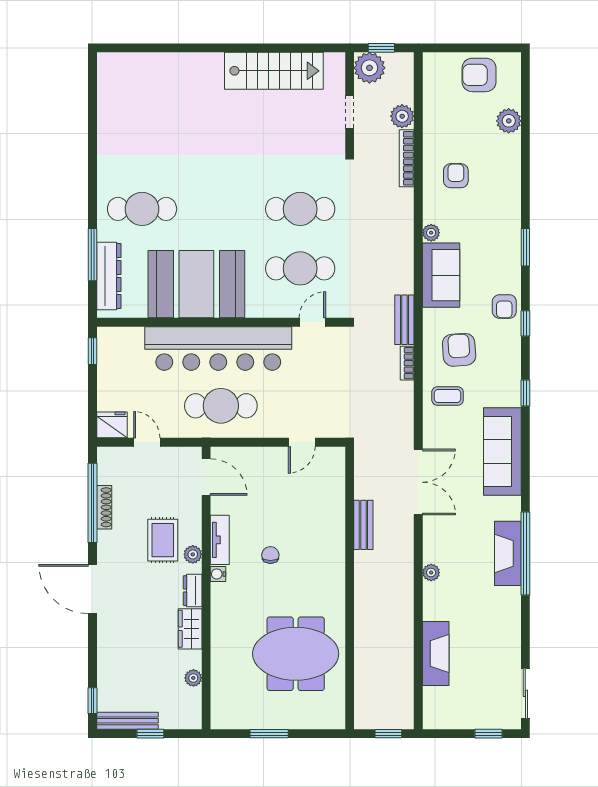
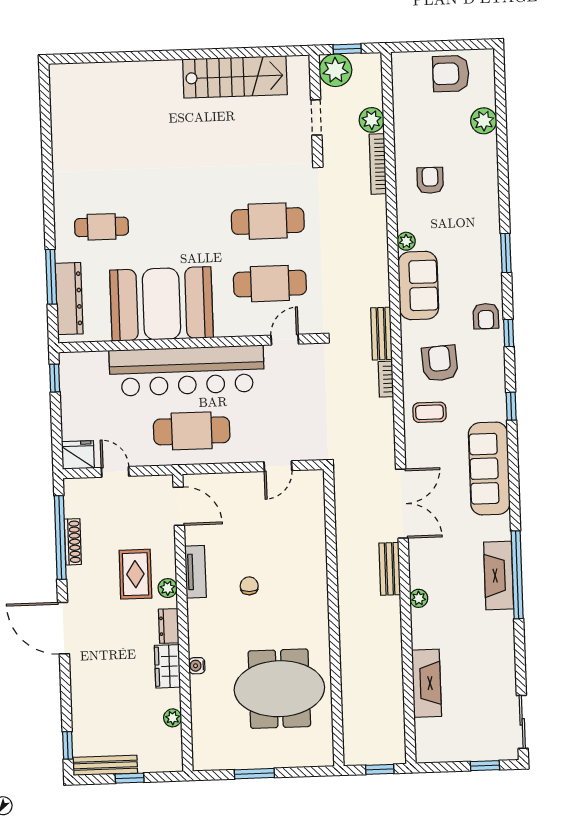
cafe table: (142, 209) -> (102, 227), width x0.73, depth x0.74
bench: (363, 525) -> (390, 569), moved
water cooler: (218, 574) -> (197, 666), moved

